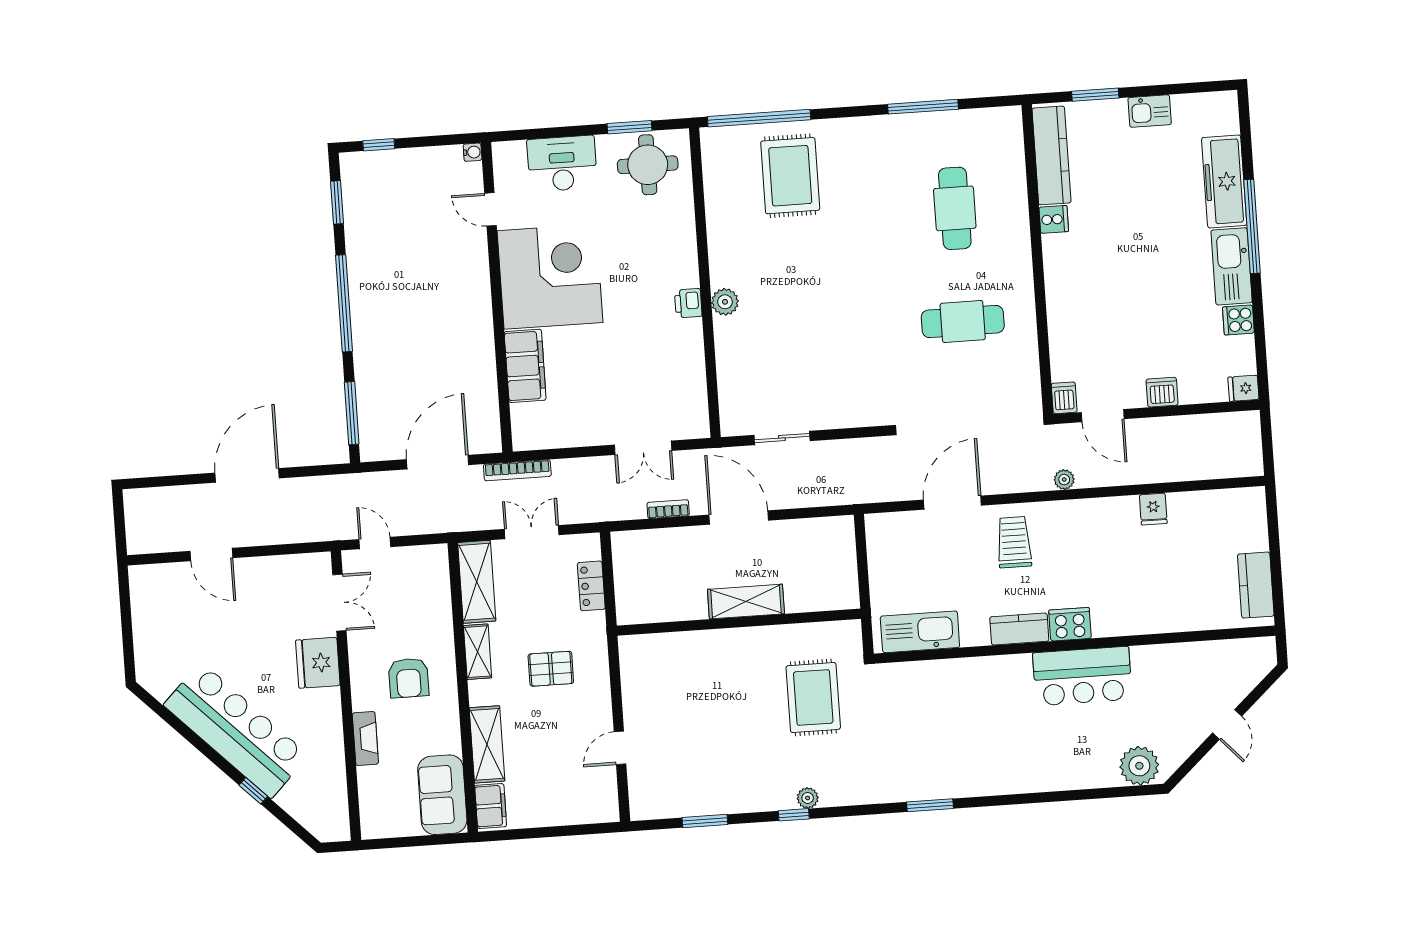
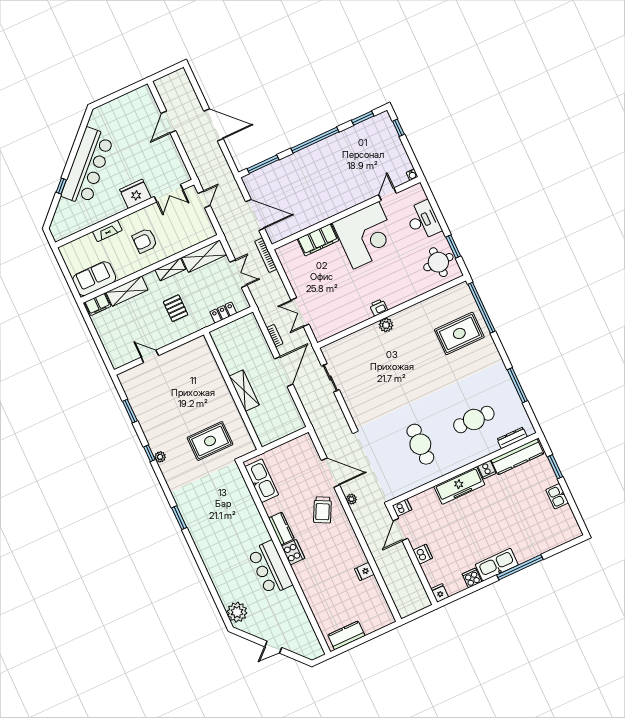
dresser: (1014, 152) -> (512, 438), added
freezer: (1224, 181) -> (459, 485), moved, turned 180
plant: (1064, 480) -> (351, 499), moved
trolley: (1014, 542) -> (323, 510), turned 117

